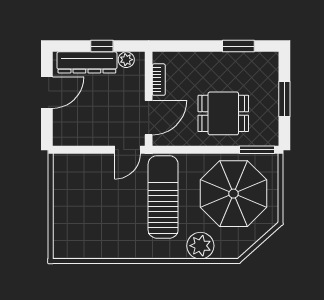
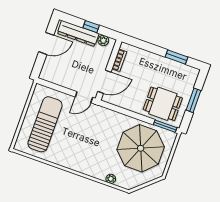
dining table: (223, 113) -> (163, 104), moved
sun lounger: (163, 197) -> (45, 124), moved
plant: (200, 246) -> (111, 179), width x0.53, depth x0.53

